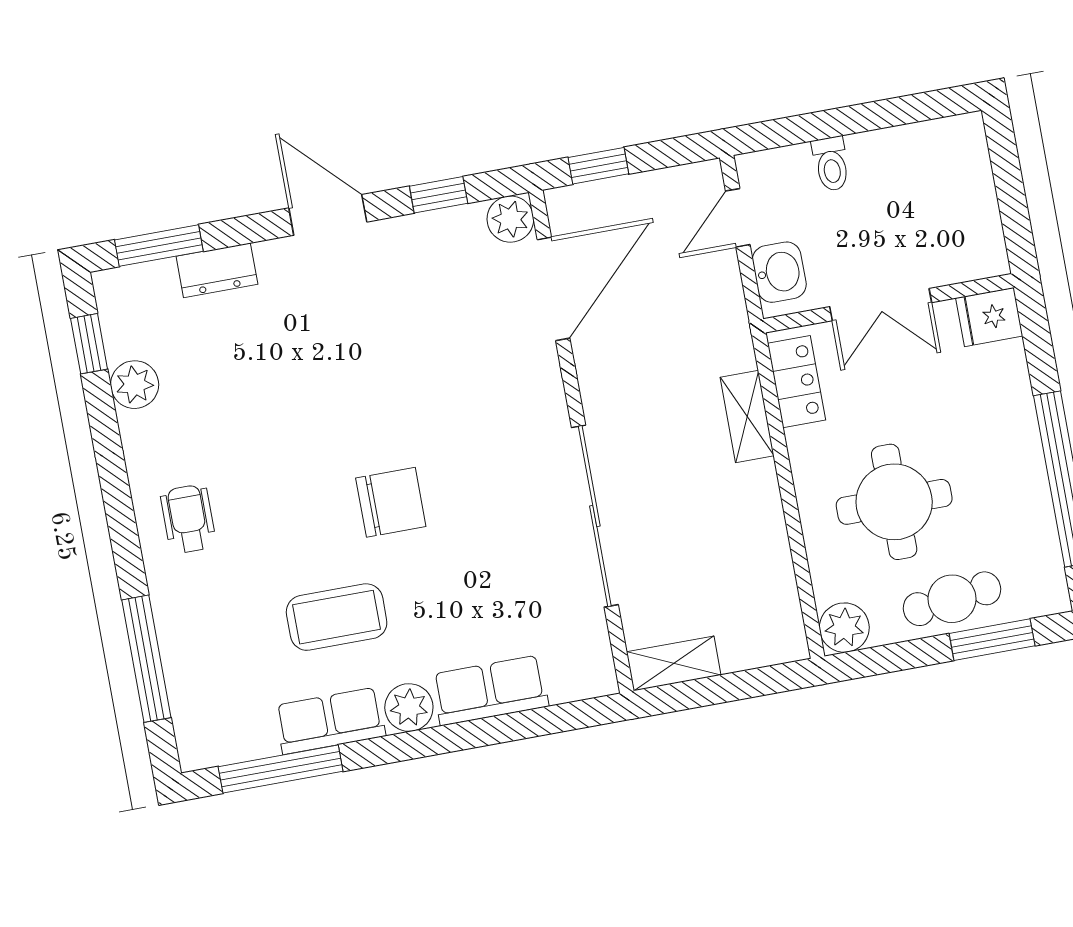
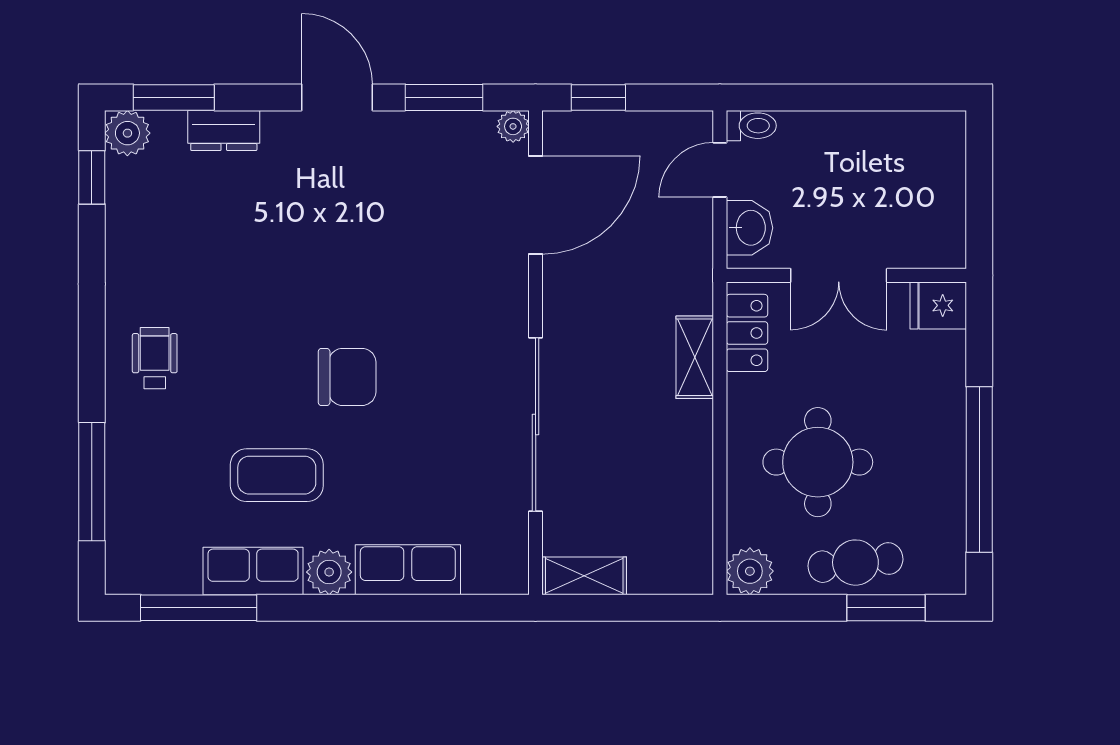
toilet: (831, 164) -> (751, 126), moved, turned -90
window: (439, 195) -> (444, 97), width x1.50
plant: (510, 219) -> (513, 126), width x0.73, depth x0.73
plant: (135, 385) -> (127, 133), moved

